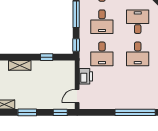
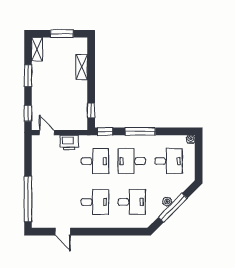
desk: (102, 54) -> (95, 161), turned 180
desk: (138, 54) -> (95, 202), turned 180
window: (47, 57) -> (91, 110), moved

